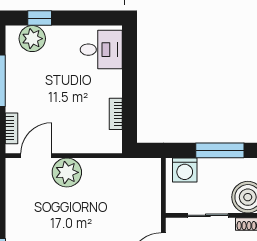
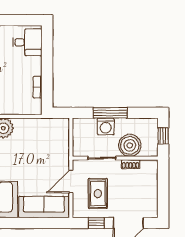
washing machine: (185, 170) -> (106, 126), moved

